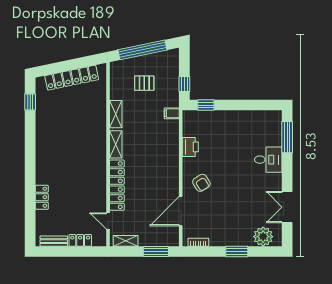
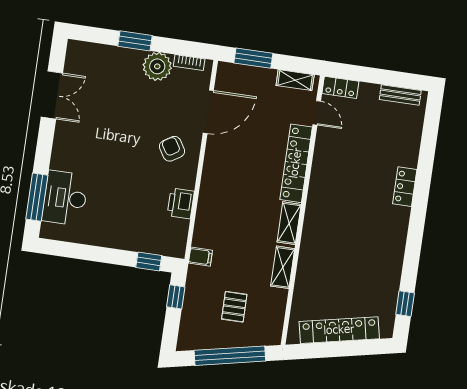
pallet: (144, 83) -> (234, 307), turned 90
desk: (268, 160) -> (65, 198), moved, width x1.37
locker: (42, 197) -> (405, 187), moved
plant: (263, 237) -> (157, 66), moved
locker: (80, 240) -> (340, 87), moved

